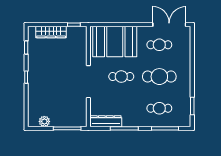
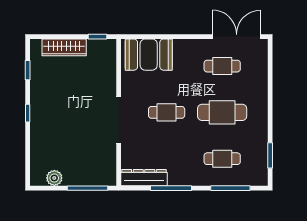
booth: (115, 41) -> (149, 55), width x0.73, depth x0.70

